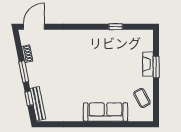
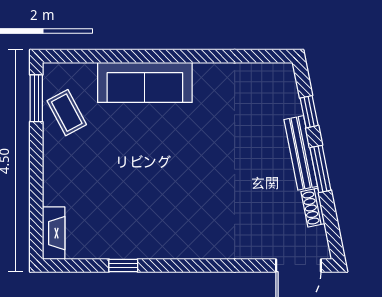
fireplace: (148, 64) -> (54, 233), moved
window: (156, 67) -> (36, 98), moved
bench: (38, 104) -> (301, 153), moved

